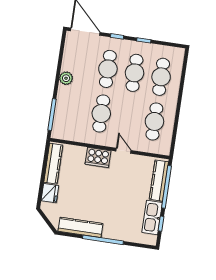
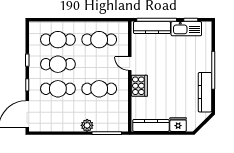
plant: (66, 78) -> (87, 125), moved
door: (124, 151) -> (130, 64), hinge flipped

